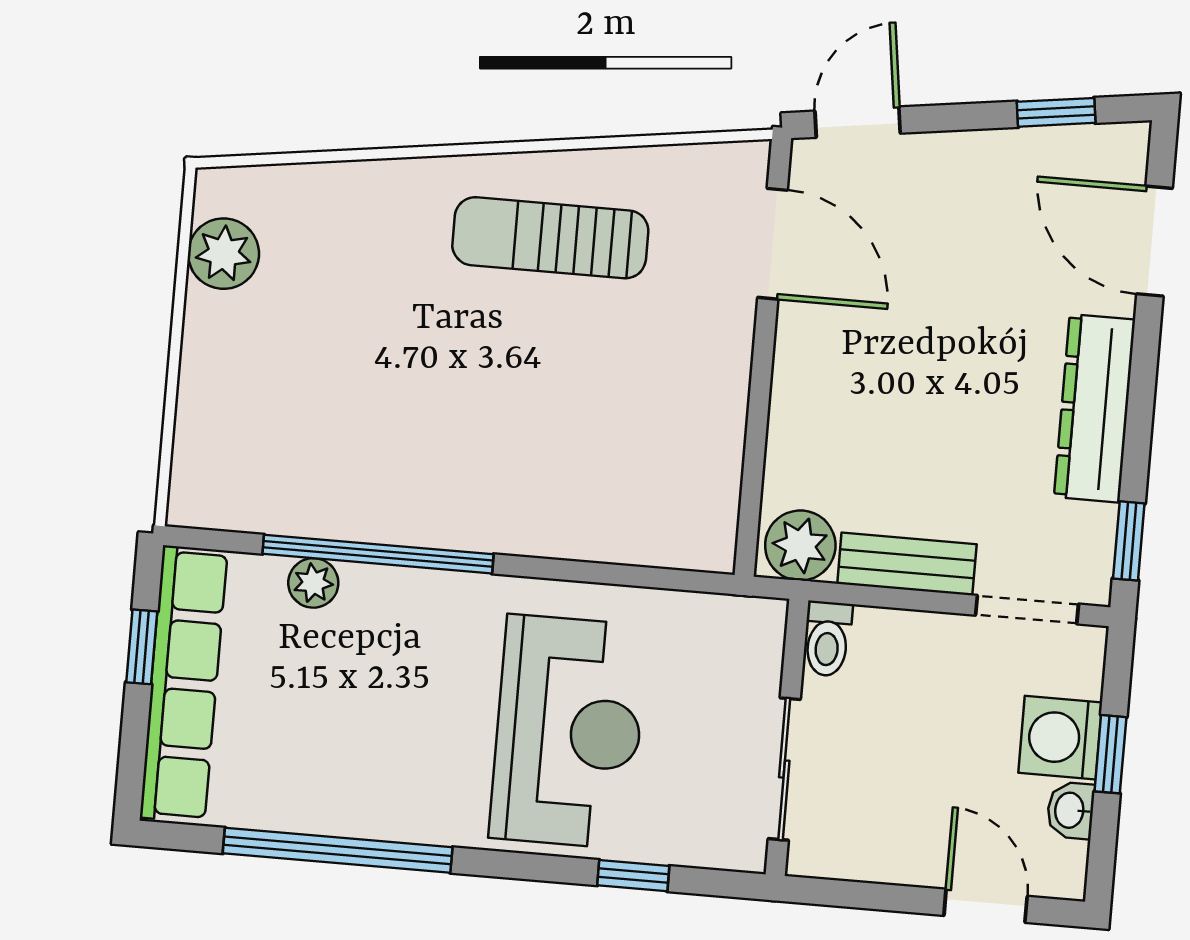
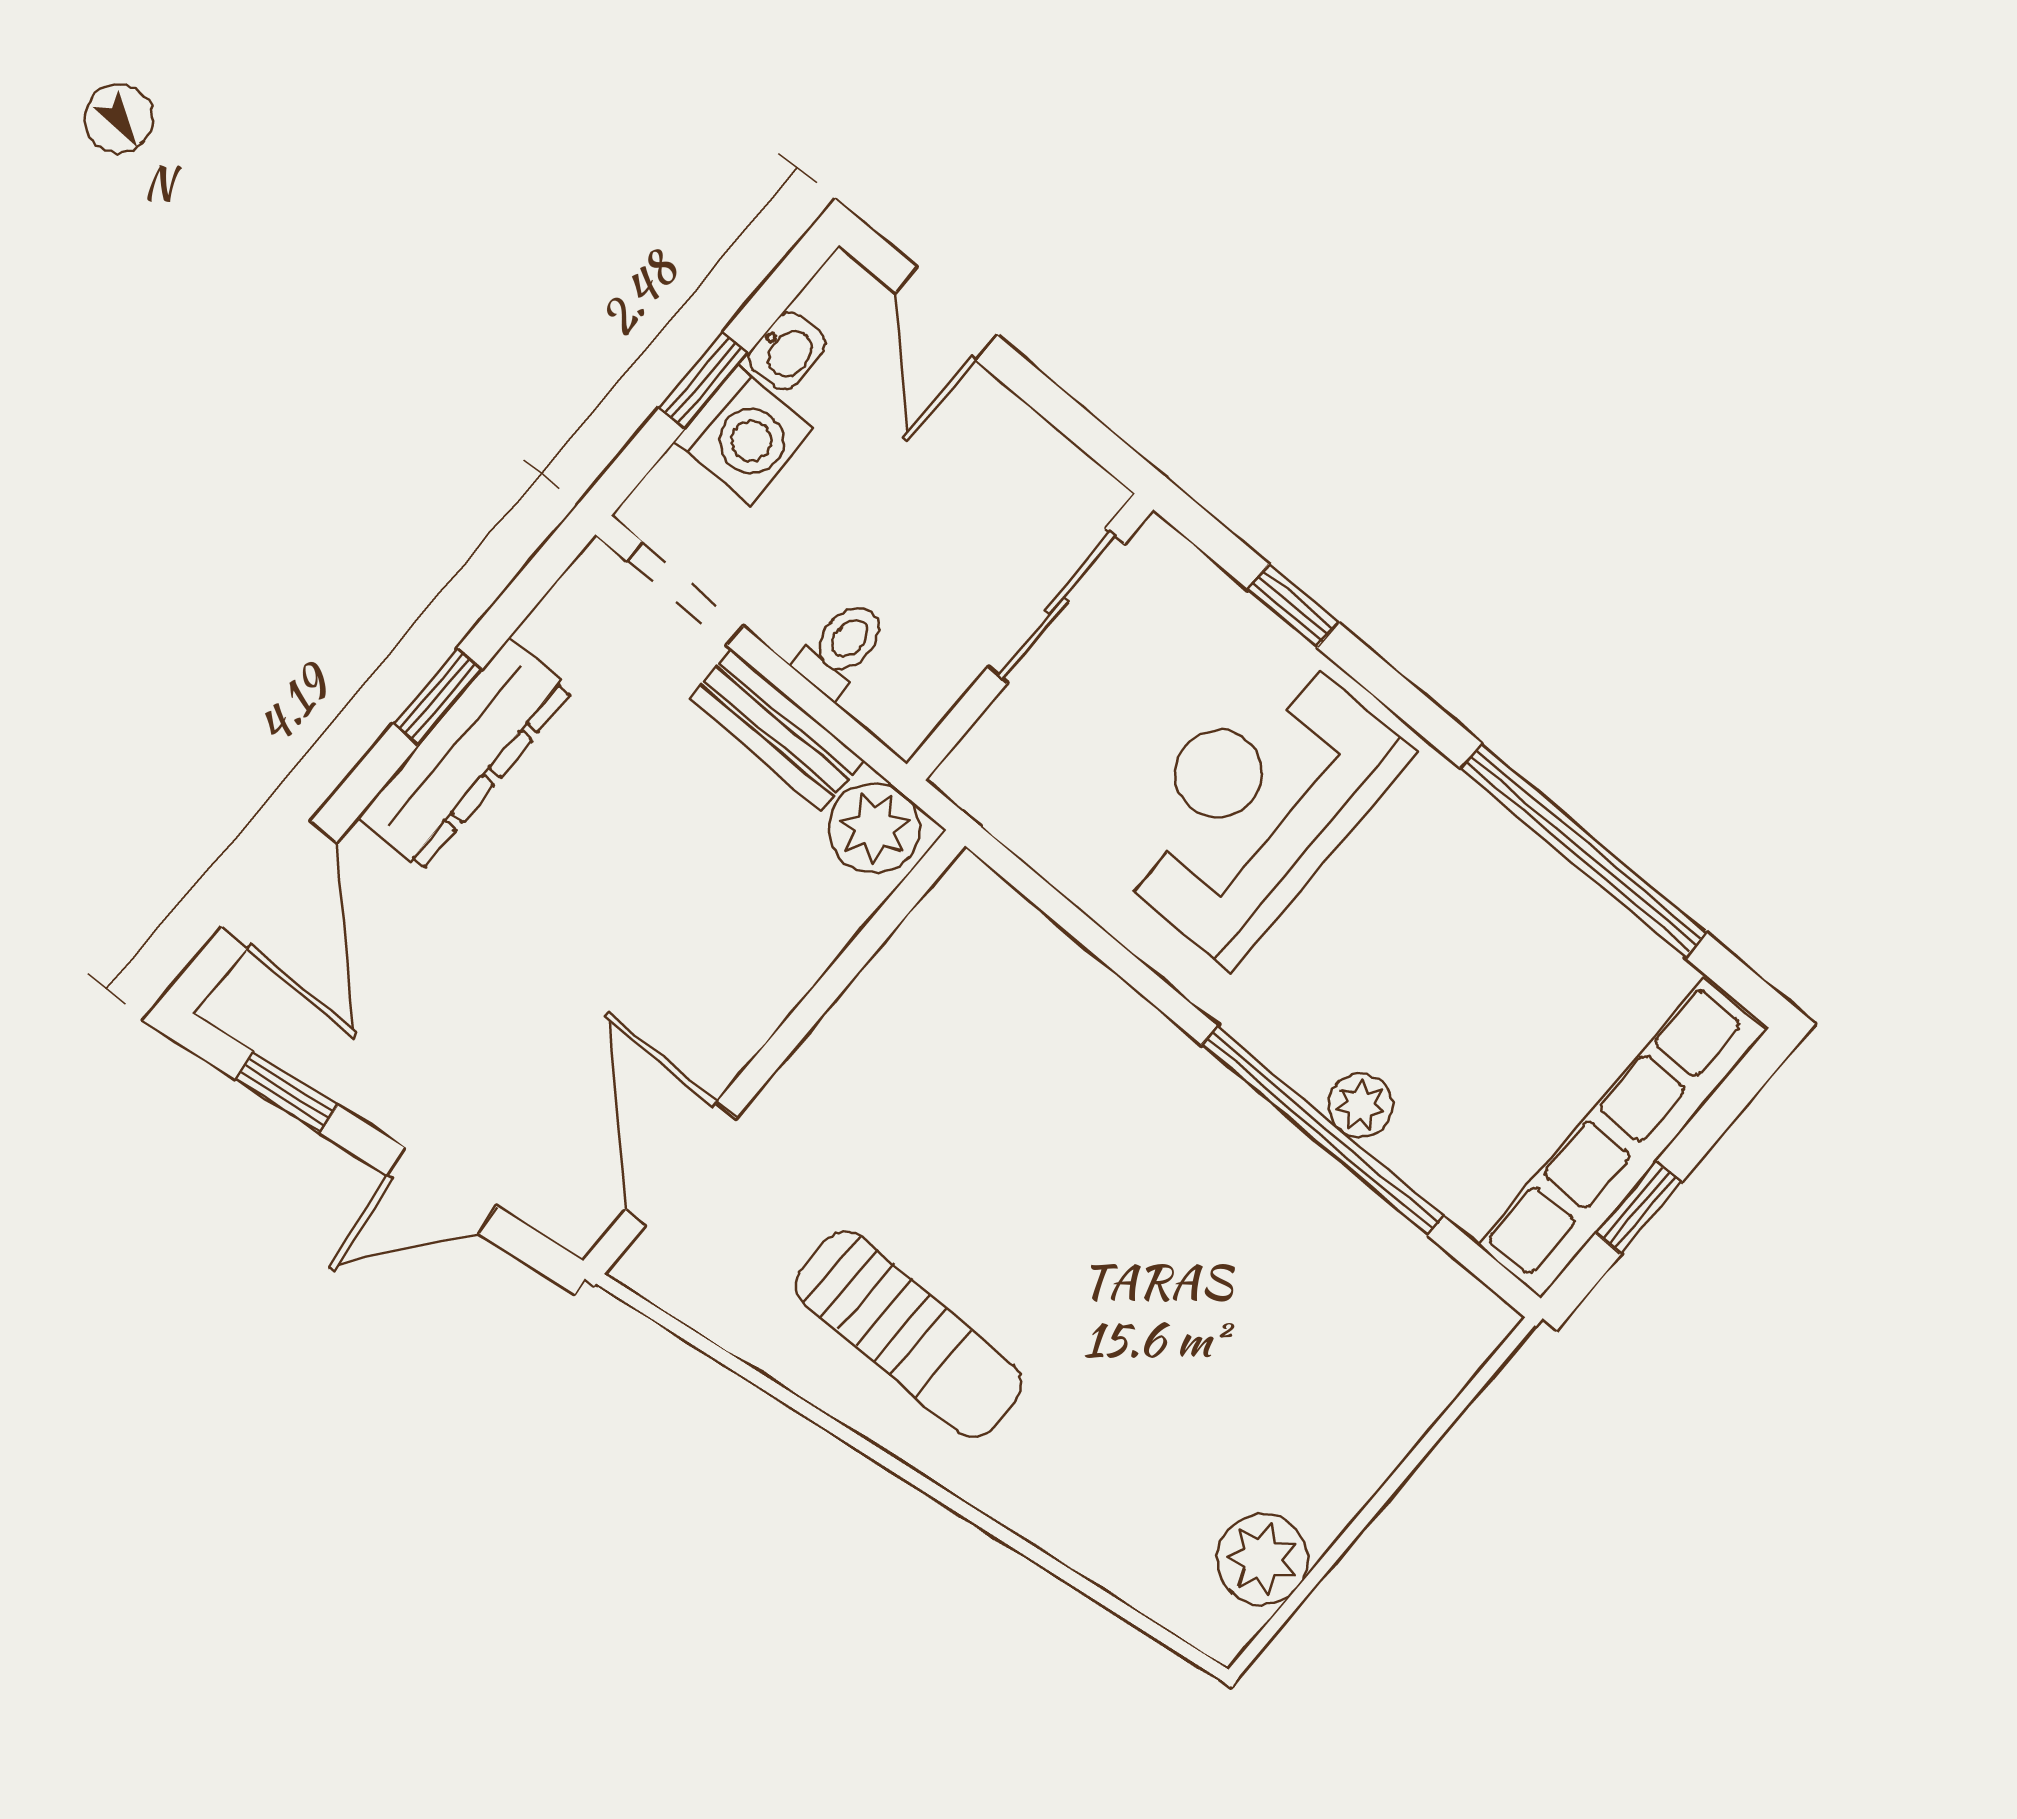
door: (858, 122) -> (442, 1190), moved
window: (1129, 541) -> (438, 696), moved
plant: (313, 583) -> (1361, 1105), moved
toilet: (827, 639) -> (841, 648), moved

